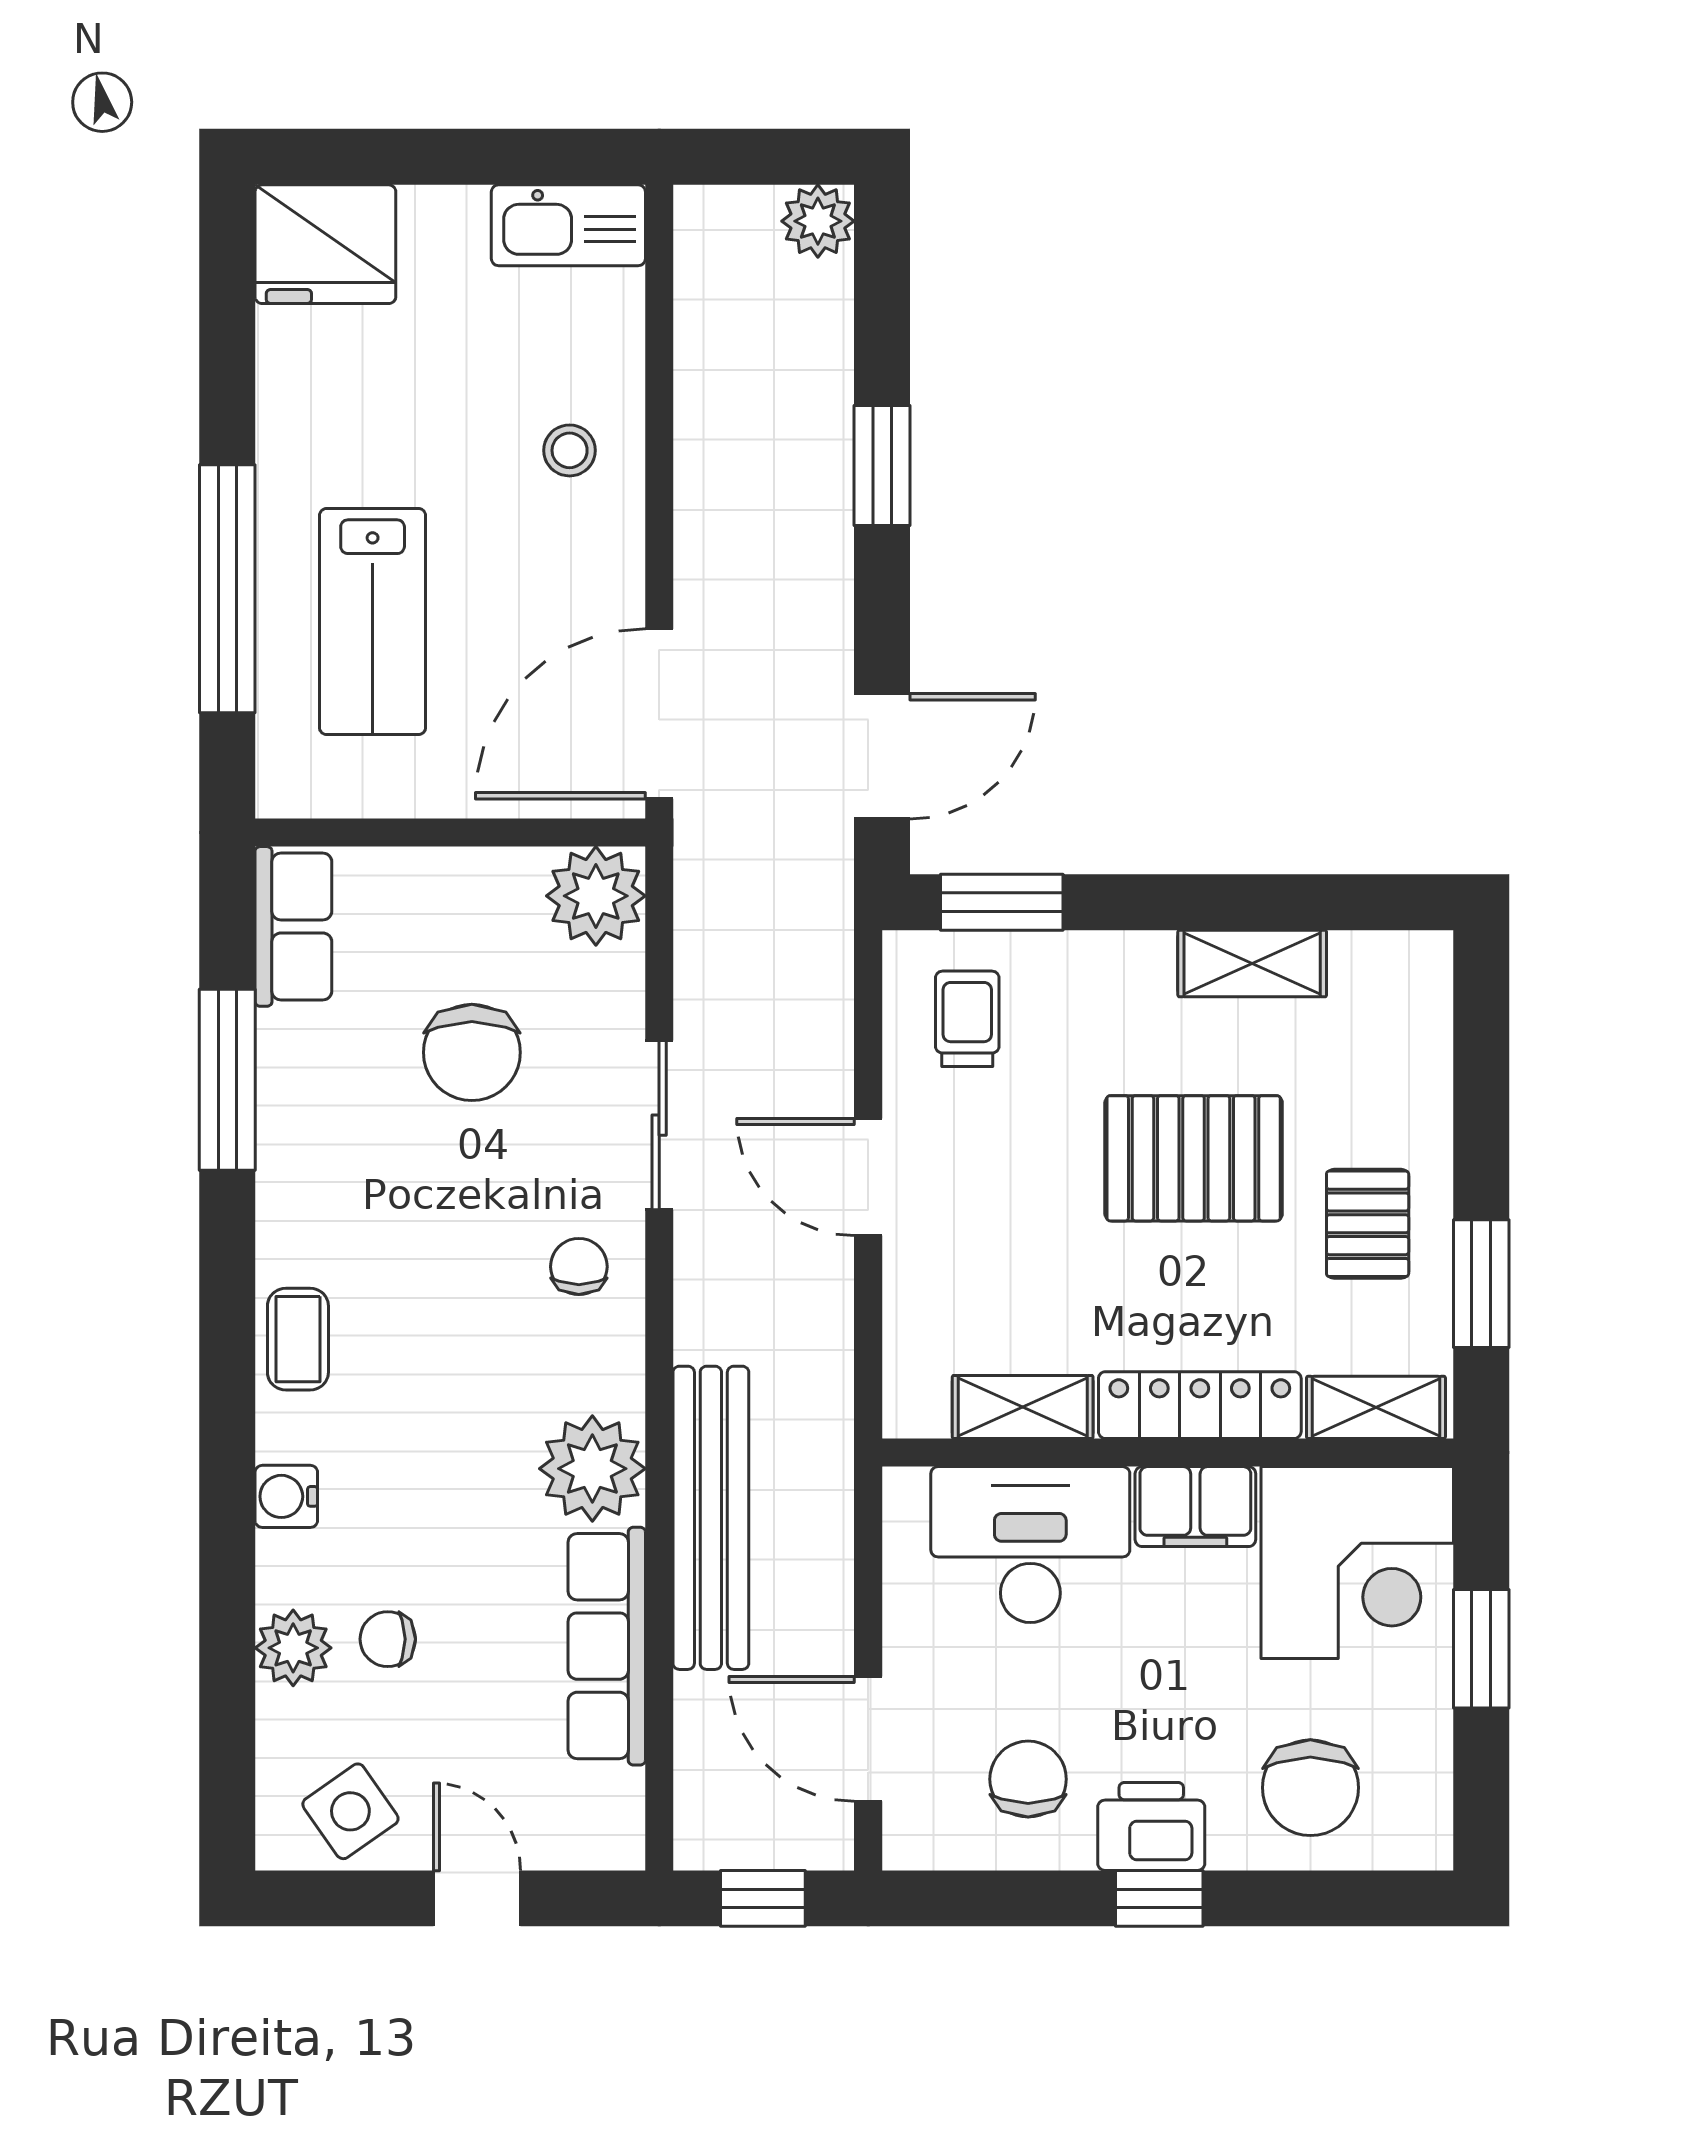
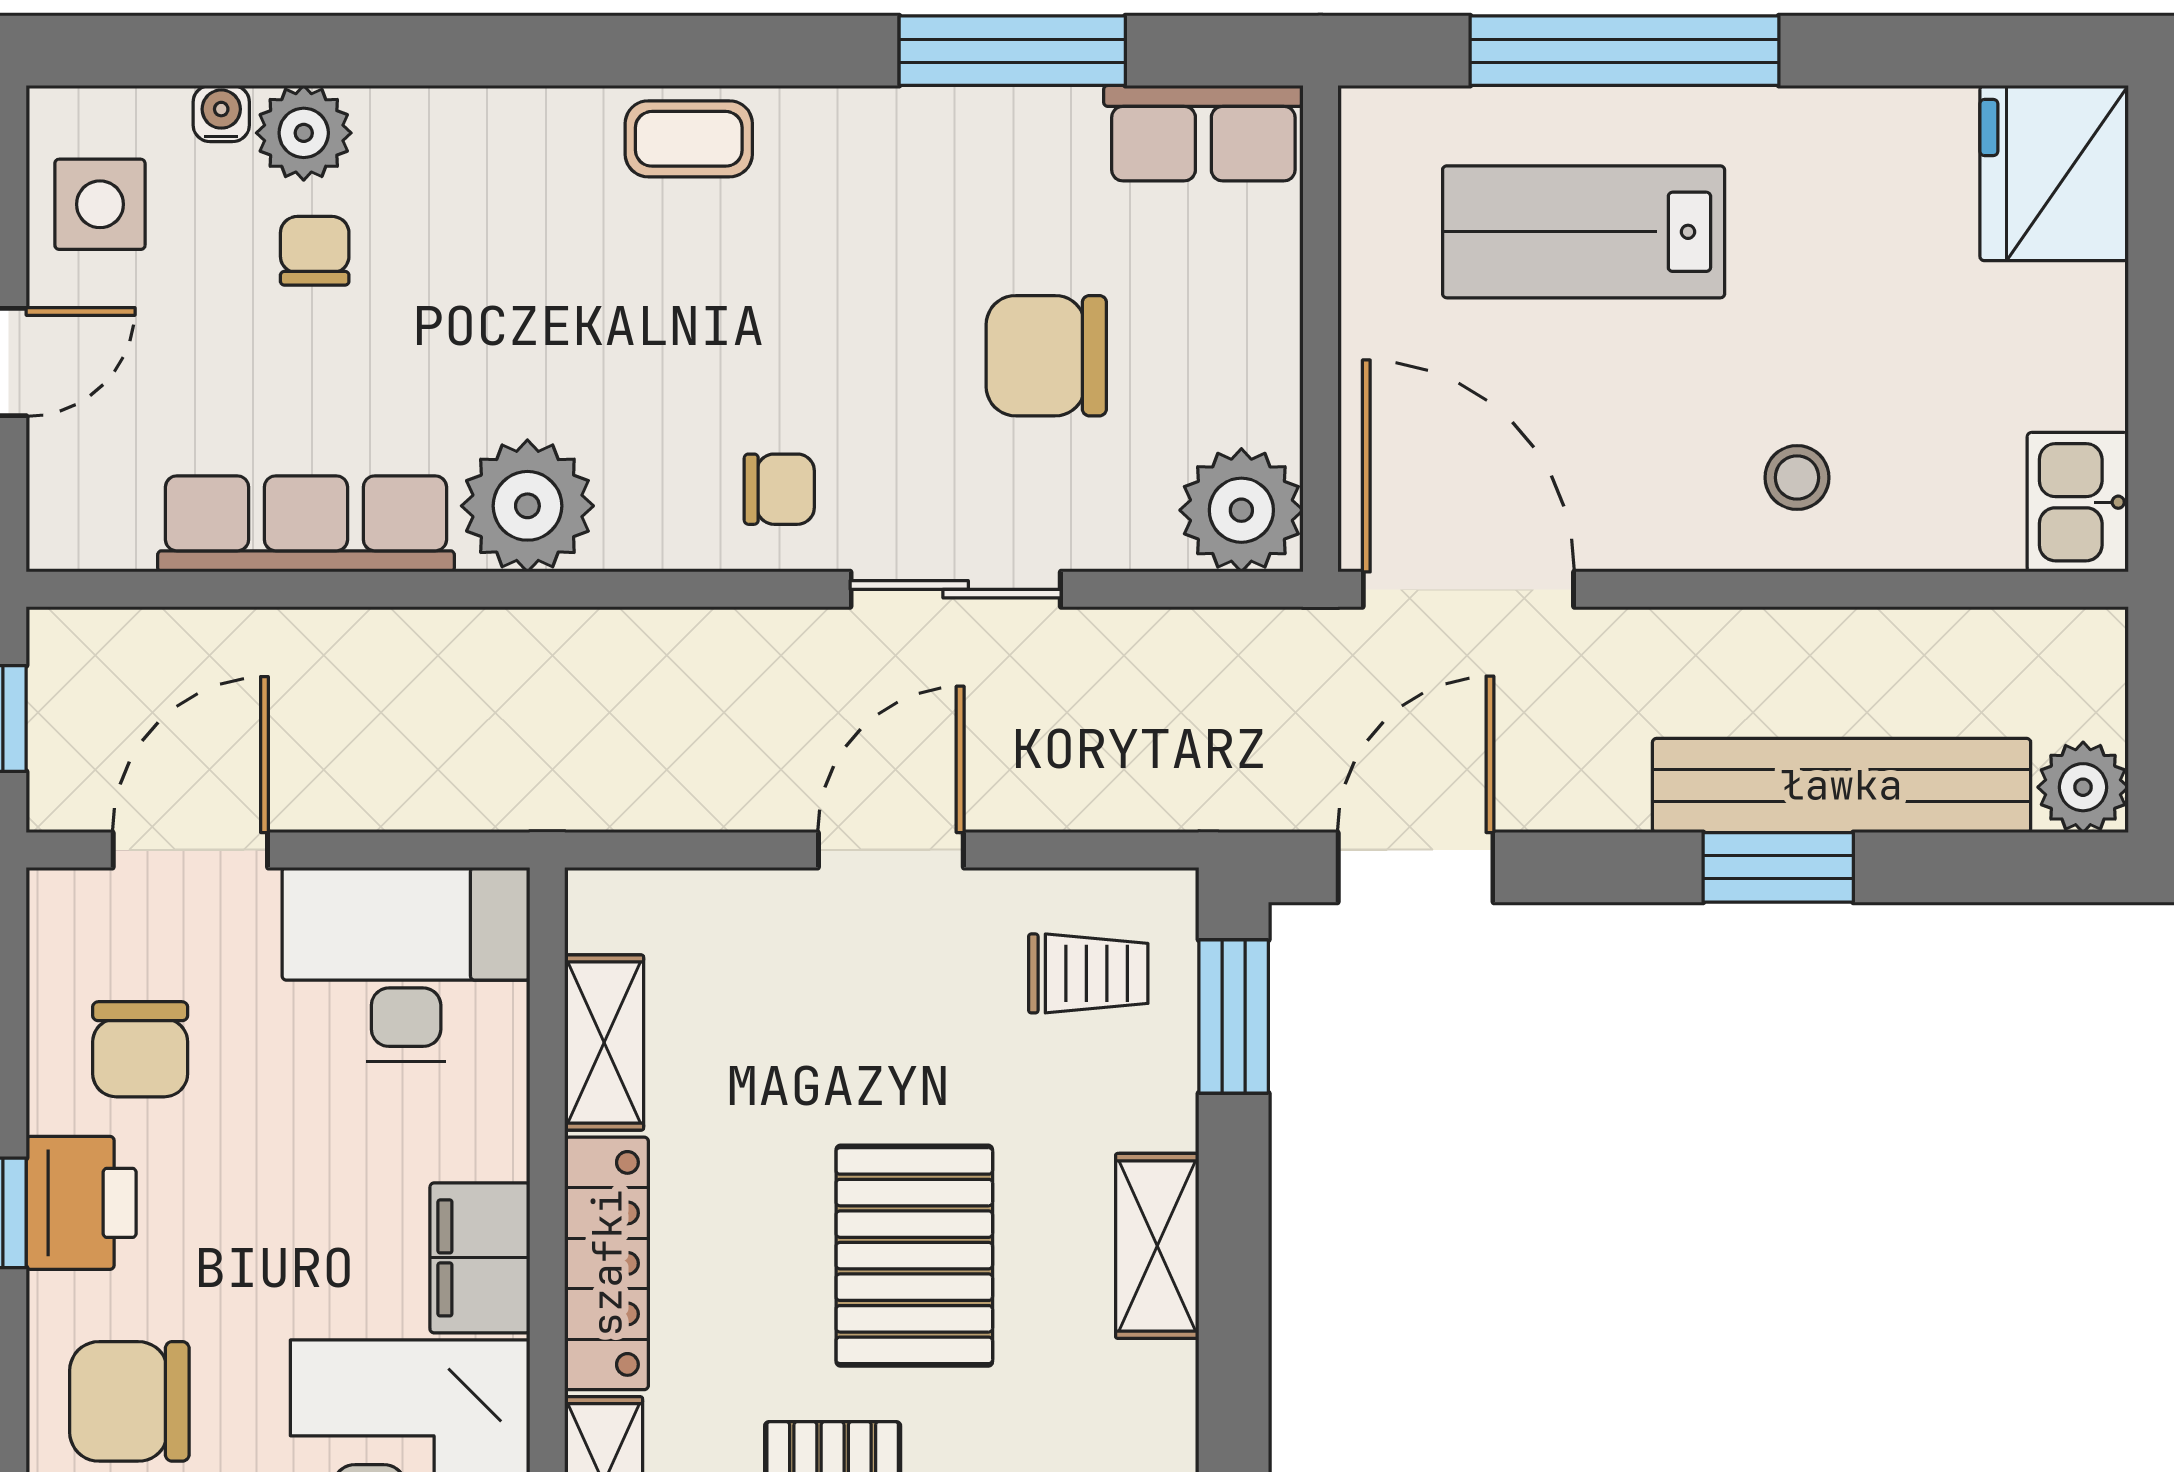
kitchen sink: (568, 225) -> (2078, 502), width x0.73
door: (882, 756) -> (1416, 867), swing flipped
shelving: (1252, 963) -> (1157, 1246), moved
water cooler: (286, 1496) -> (221, 114), moved, width x0.72, depth x0.72
bench: (711, 1518) -> (1842, 785), moved
desk: (1030, 1545) -> (406, 965), moved, turned -90
chair: (1028, 1779) -> (140, 1049), turned 90
side table: (350, 1811) -> (100, 204), turned 35

